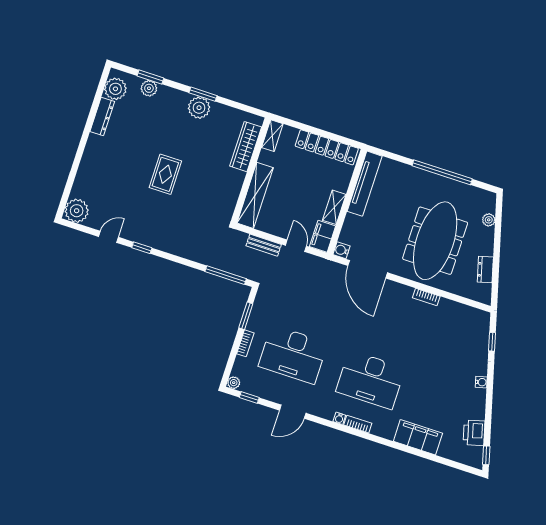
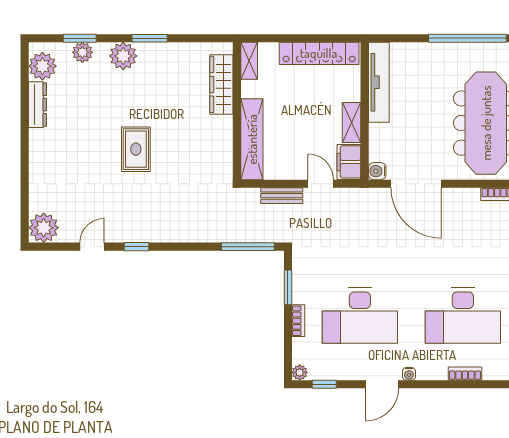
plant: (199, 108) -> (123, 56), moved
water cooler: (339, 418) -> (409, 374), moved

